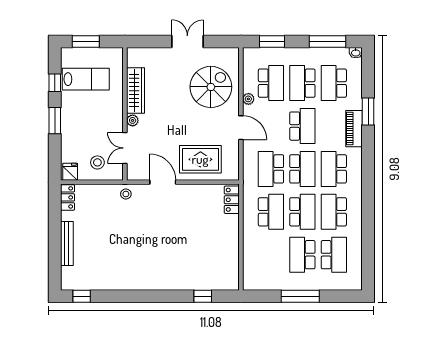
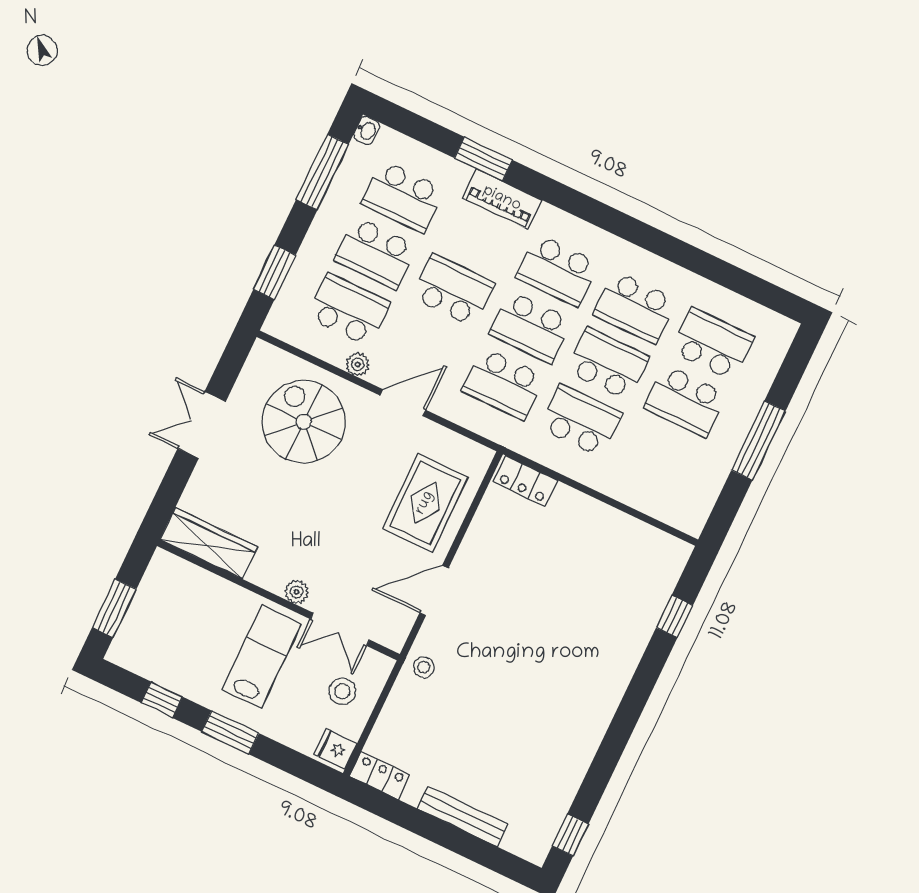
lab bench: (86, 79) -> (262, 657), moved
wardrobe: (136, 91) -> (209, 543), moved
school desk: (302, 169) -> (530, 327), turned 180

